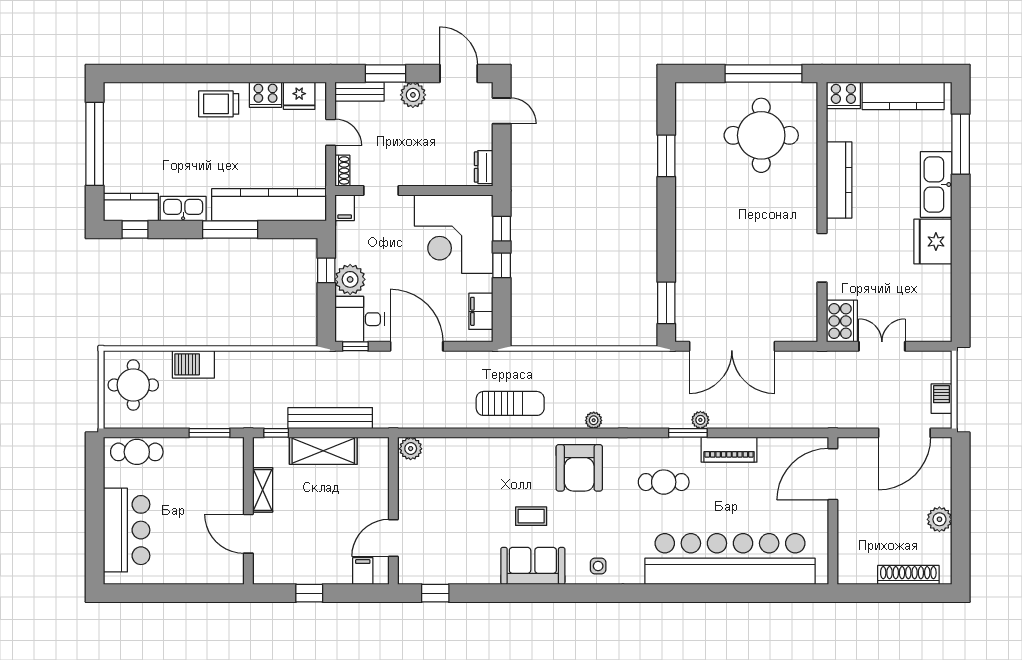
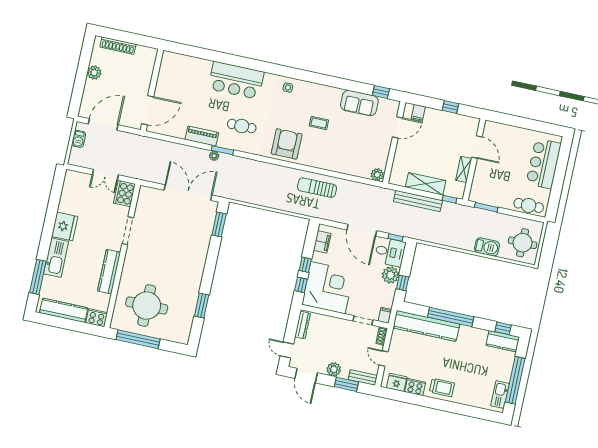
dresser: (484, 167) -> (303, 325), width x1.44
kitchen sink: (183, 209) -> (500, 395), moved, turned 90
window: (230, 229) -> (451, 317), width x1.46
plant: (594, 420) -> (273, 168), removed
bar counter: (730, 559) -> (236, 80), width x0.54
sofa: (533, 566) -> (359, 103), moved

